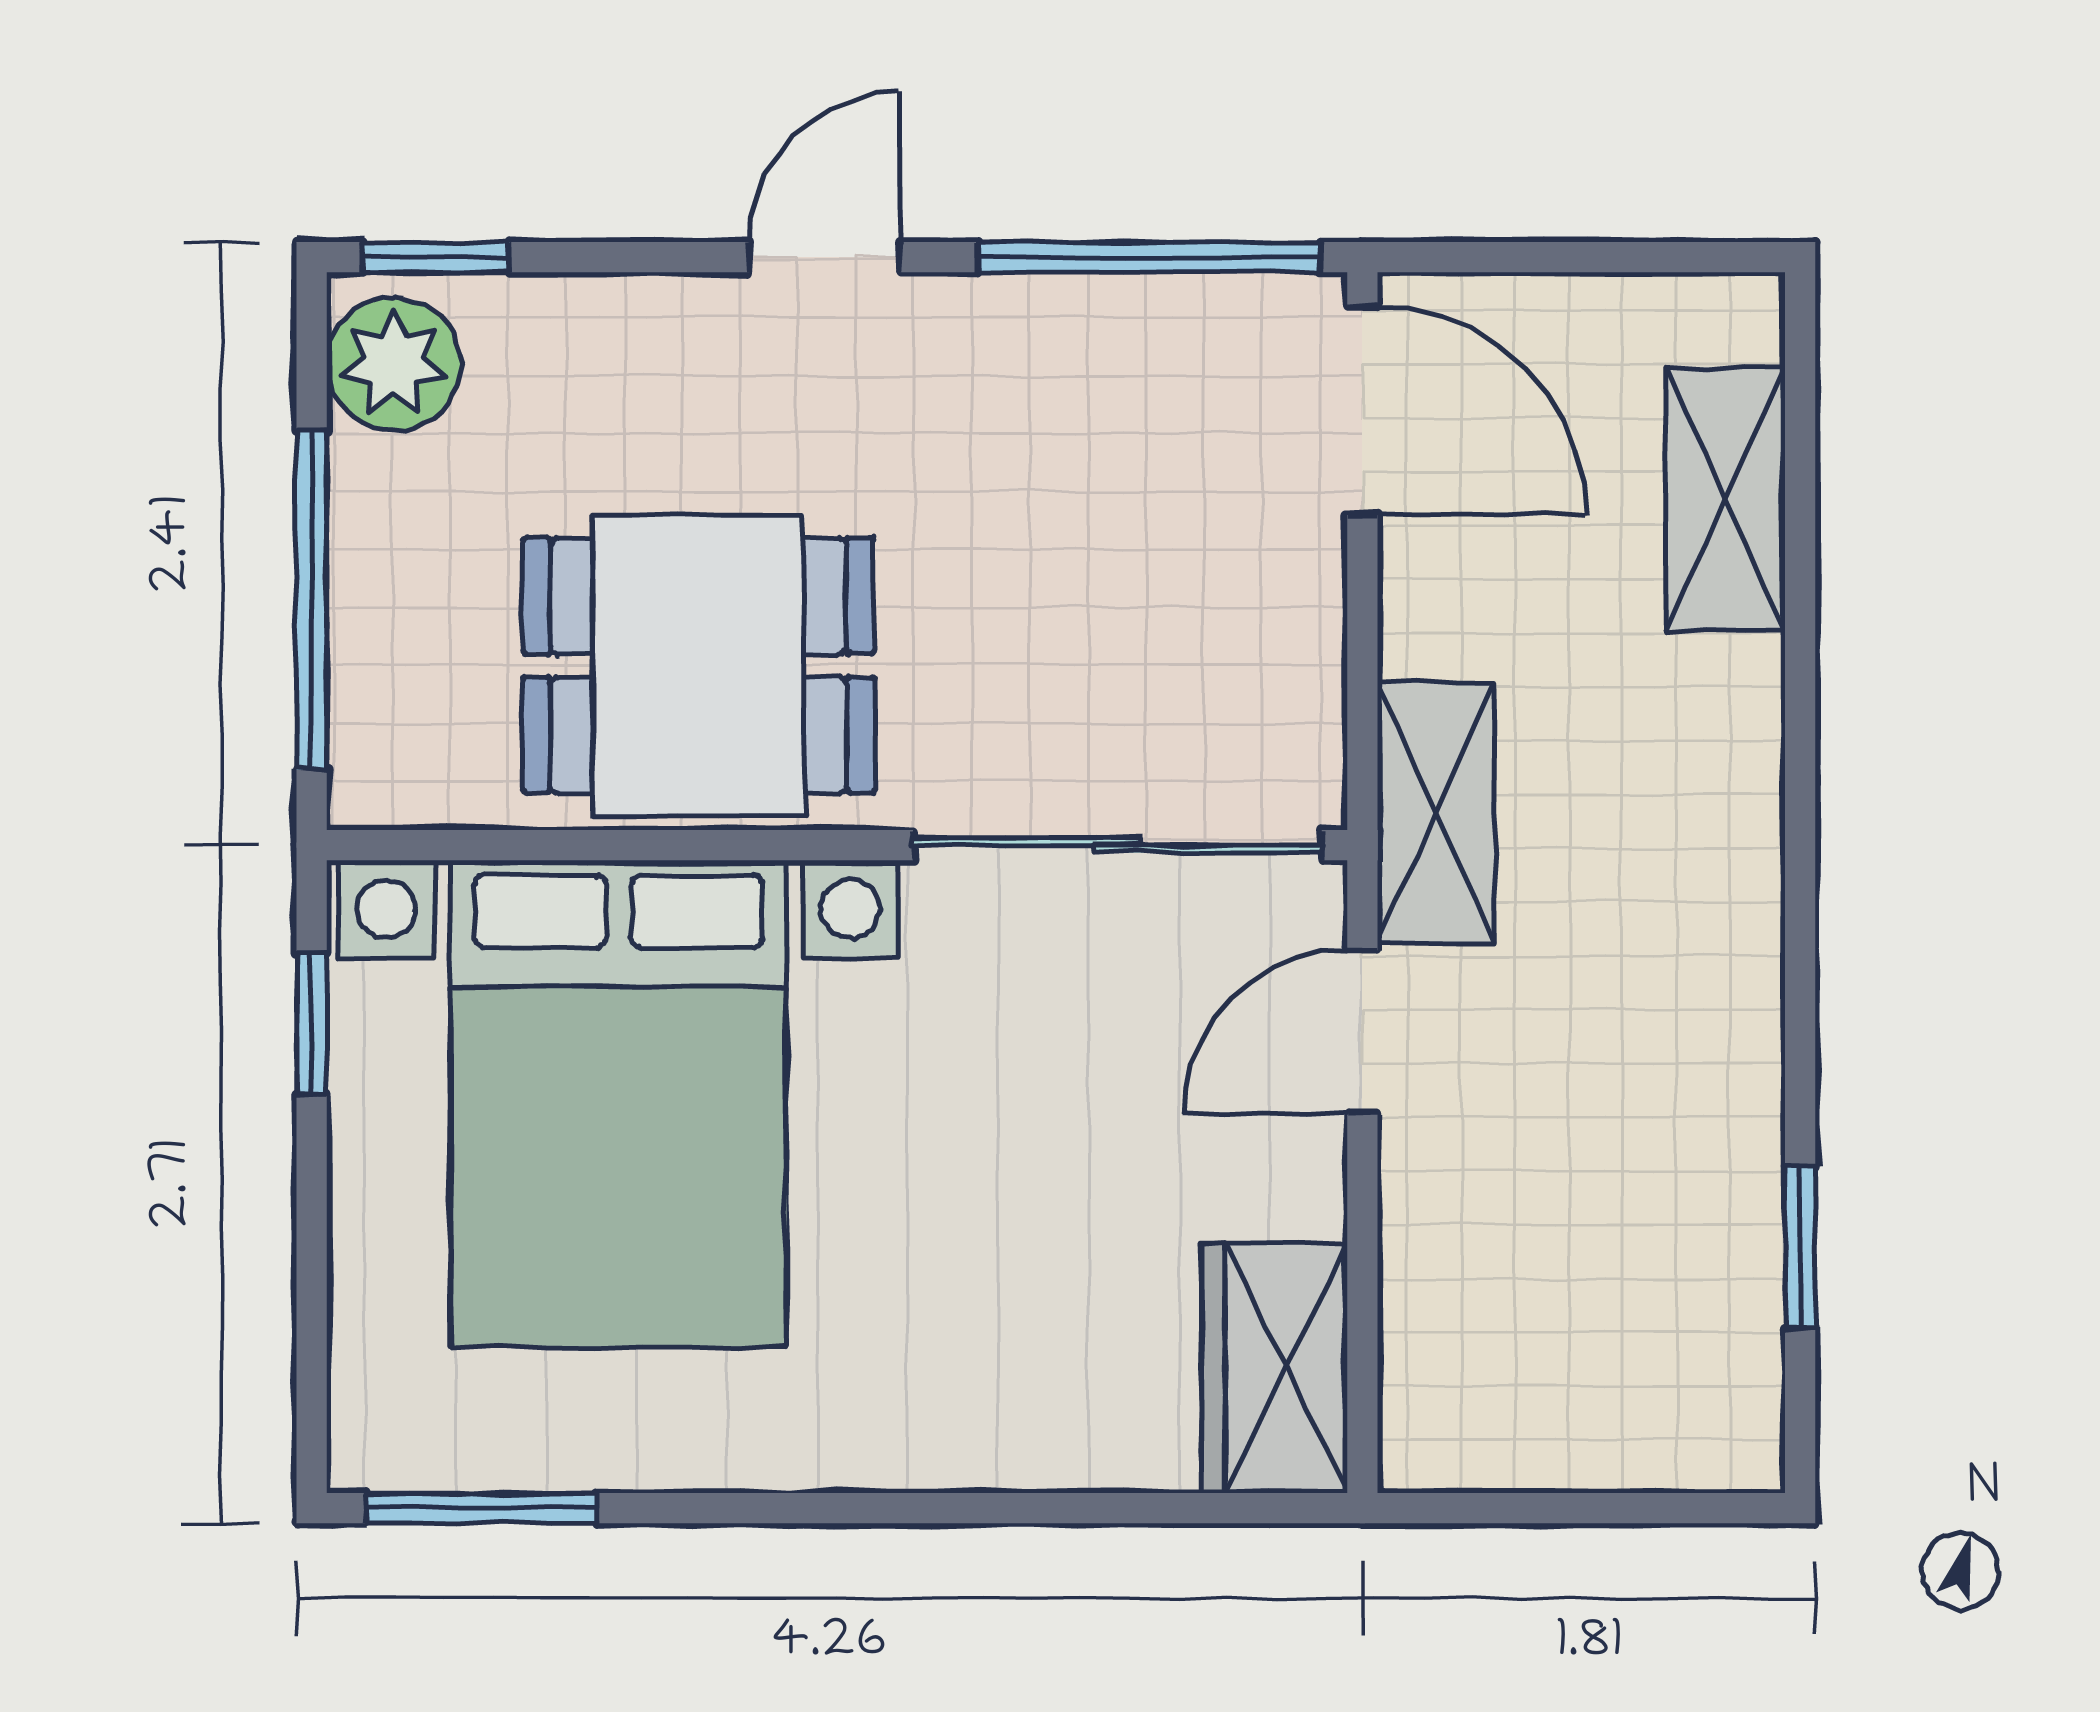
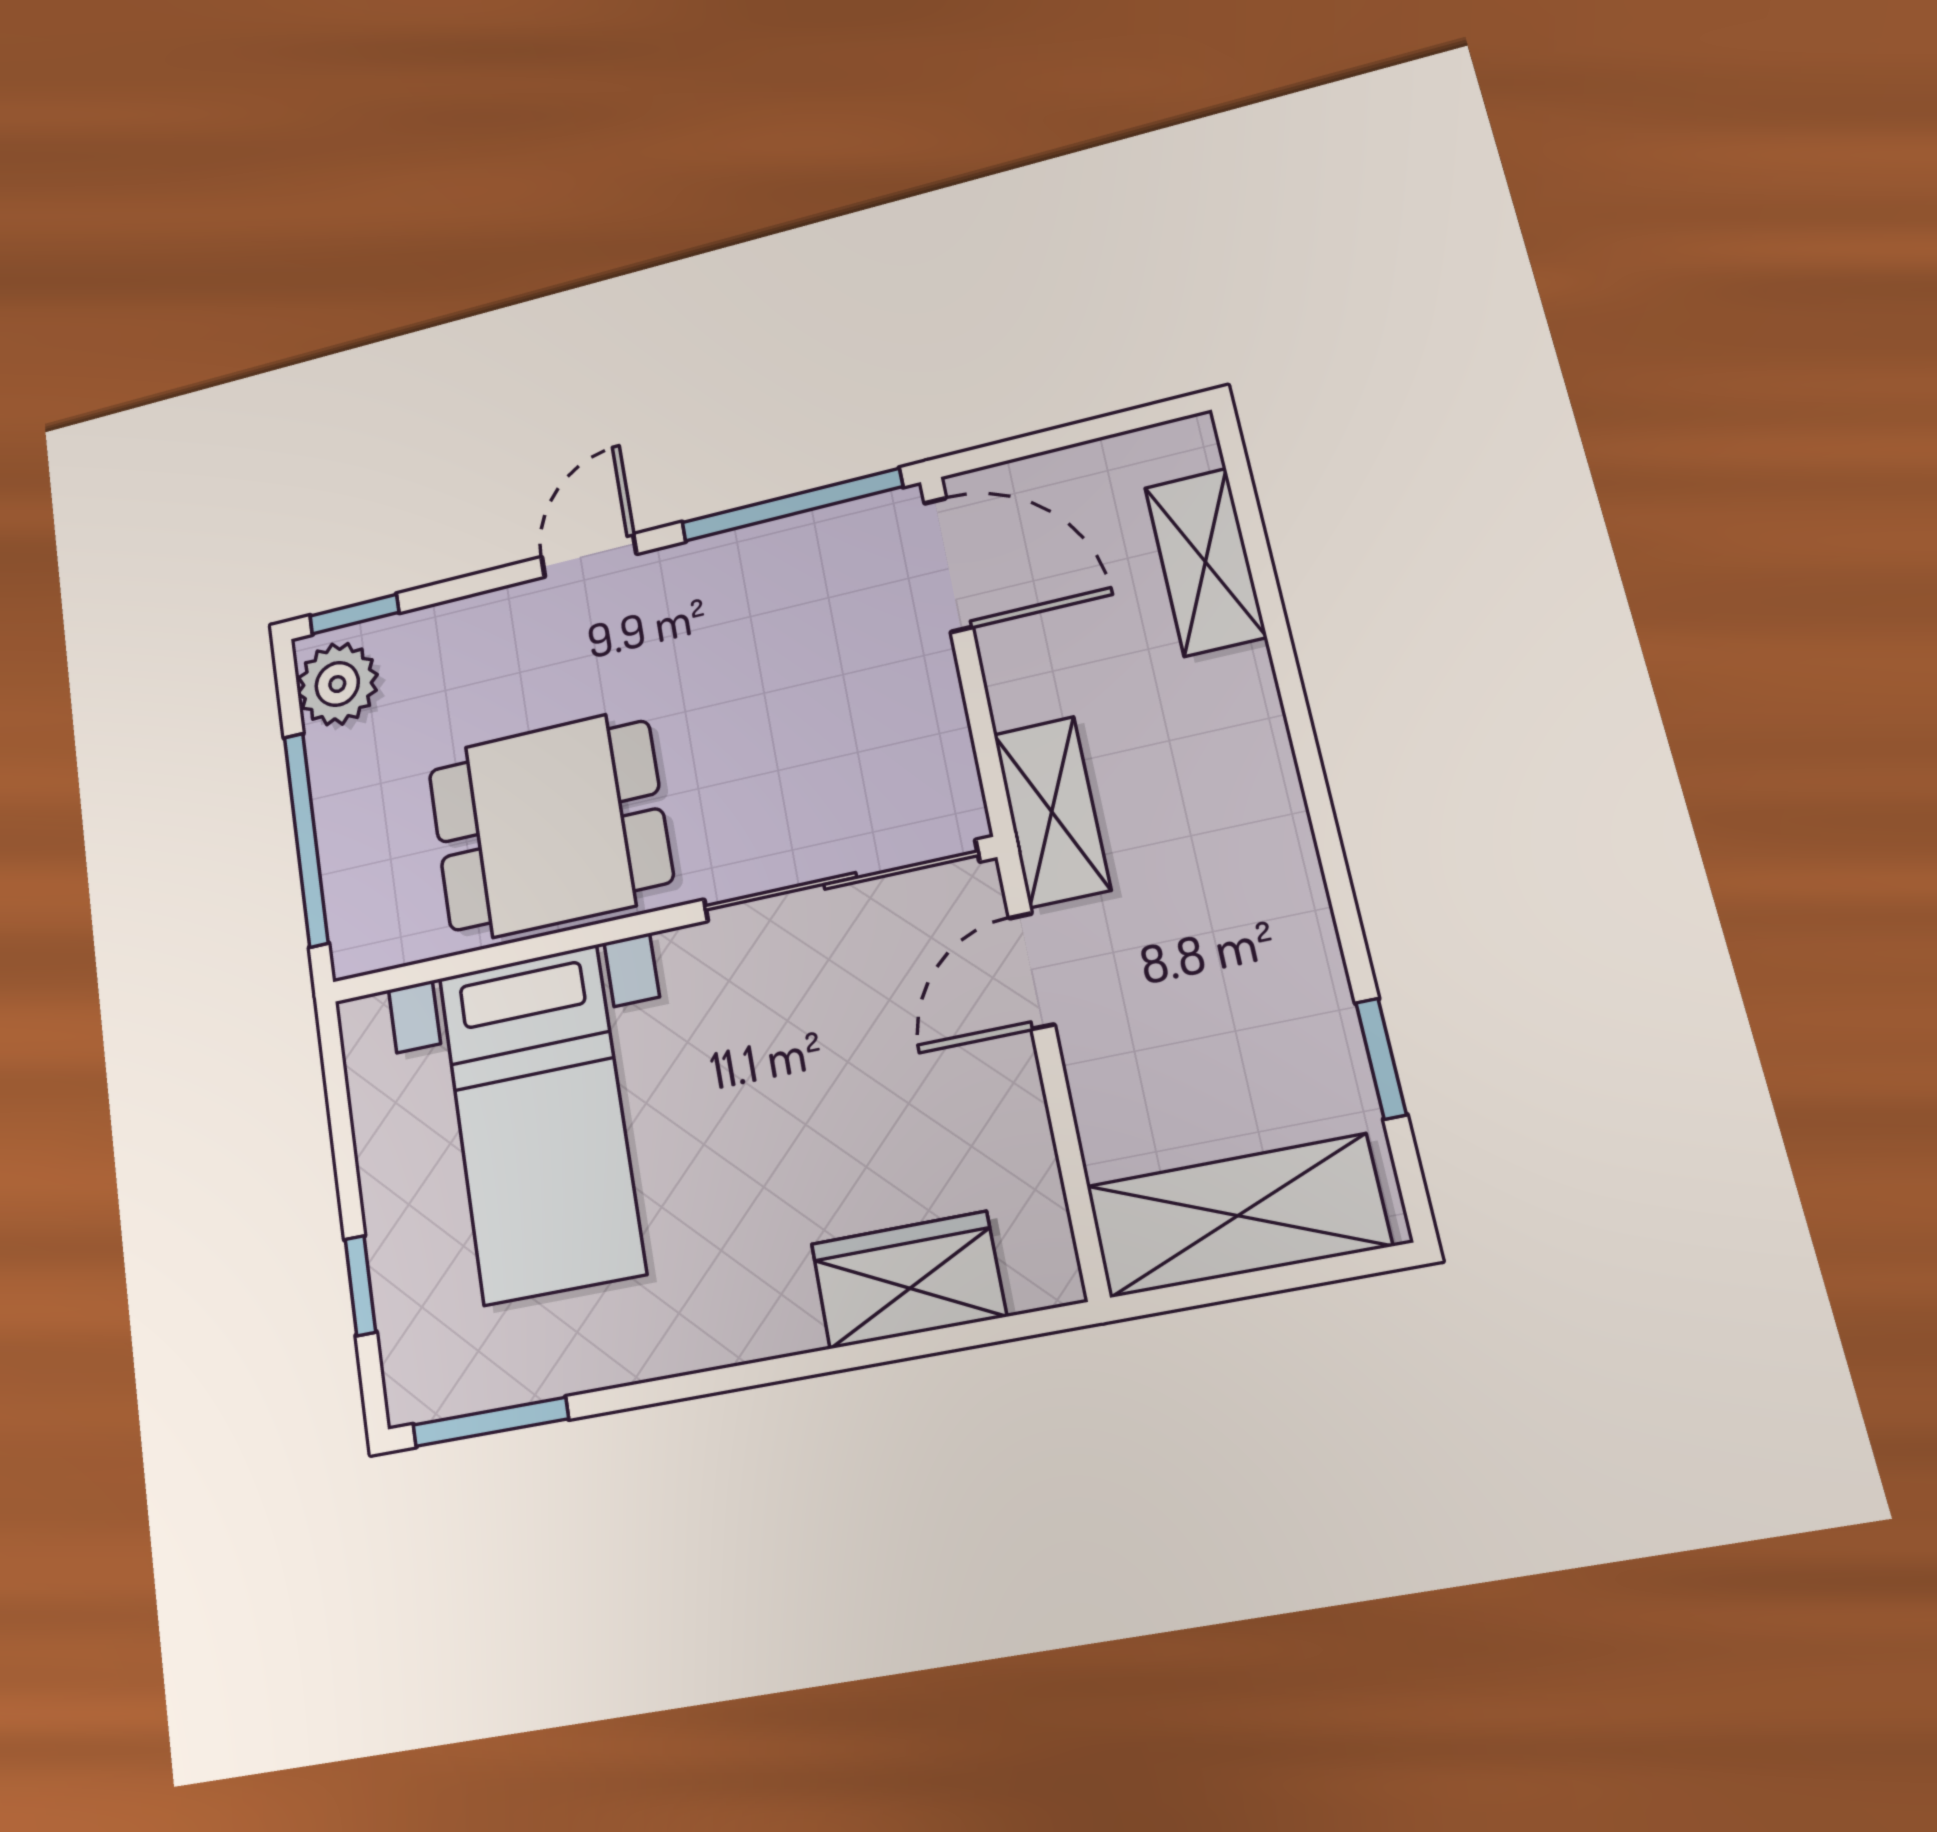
window: (312, 1023) -> (360, 1286), moved
bed with nightstands: (618, 1103) -> (541, 1123), width x0.73
wardrobe: (1275, 1368) -> (908, 1280), moved, turned 90
shelving: (1568, 1417) -> (1238, 1216), added

